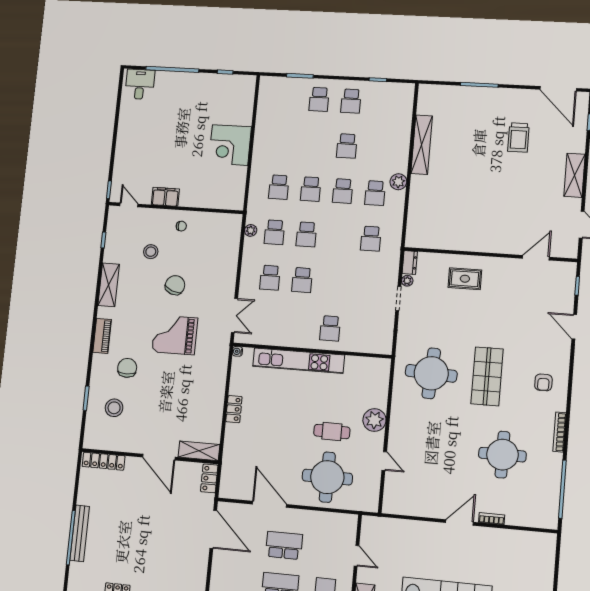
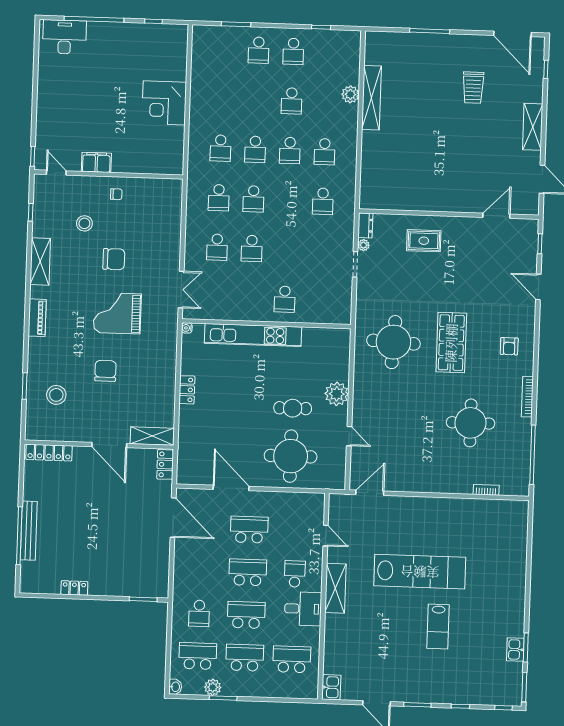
desk: (140, 84) -> (64, 37), width x1.37
plant: (398, 182) -> (350, 94), moved
plant: (251, 230) -> (193, 196), removed
chair: (175, 285) -> (114, 259), turned 69
chair: (127, 368) -> (105, 371), moved
bookcase: (492, 519) -> (486, 490), moved
door: (459, 522) -> (370, 493), moved

